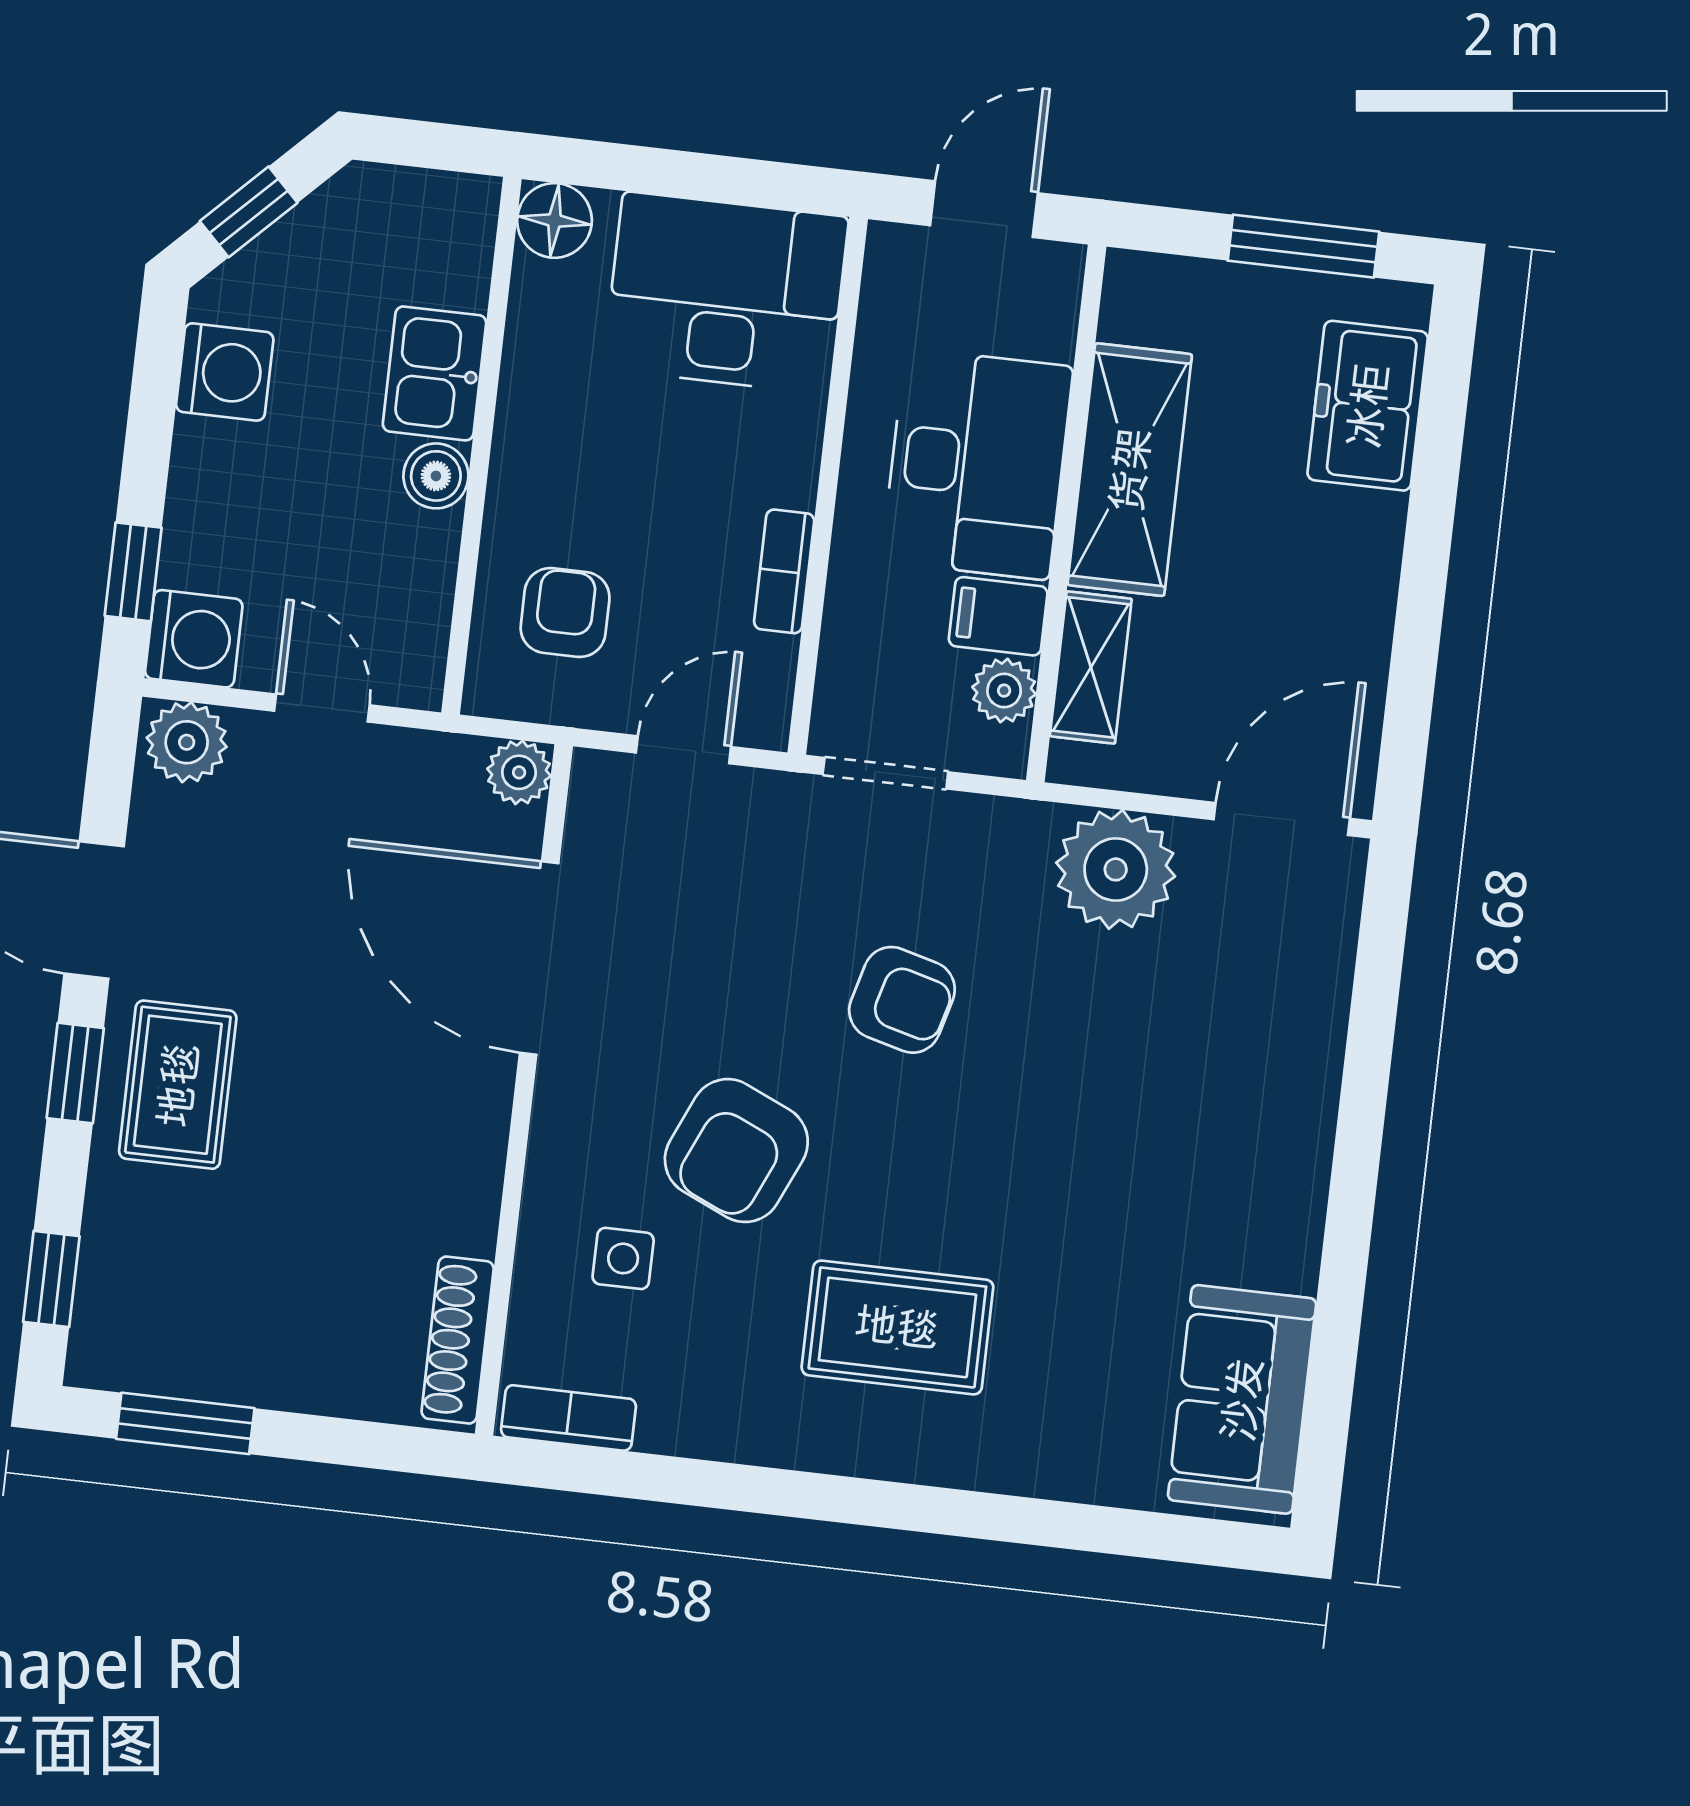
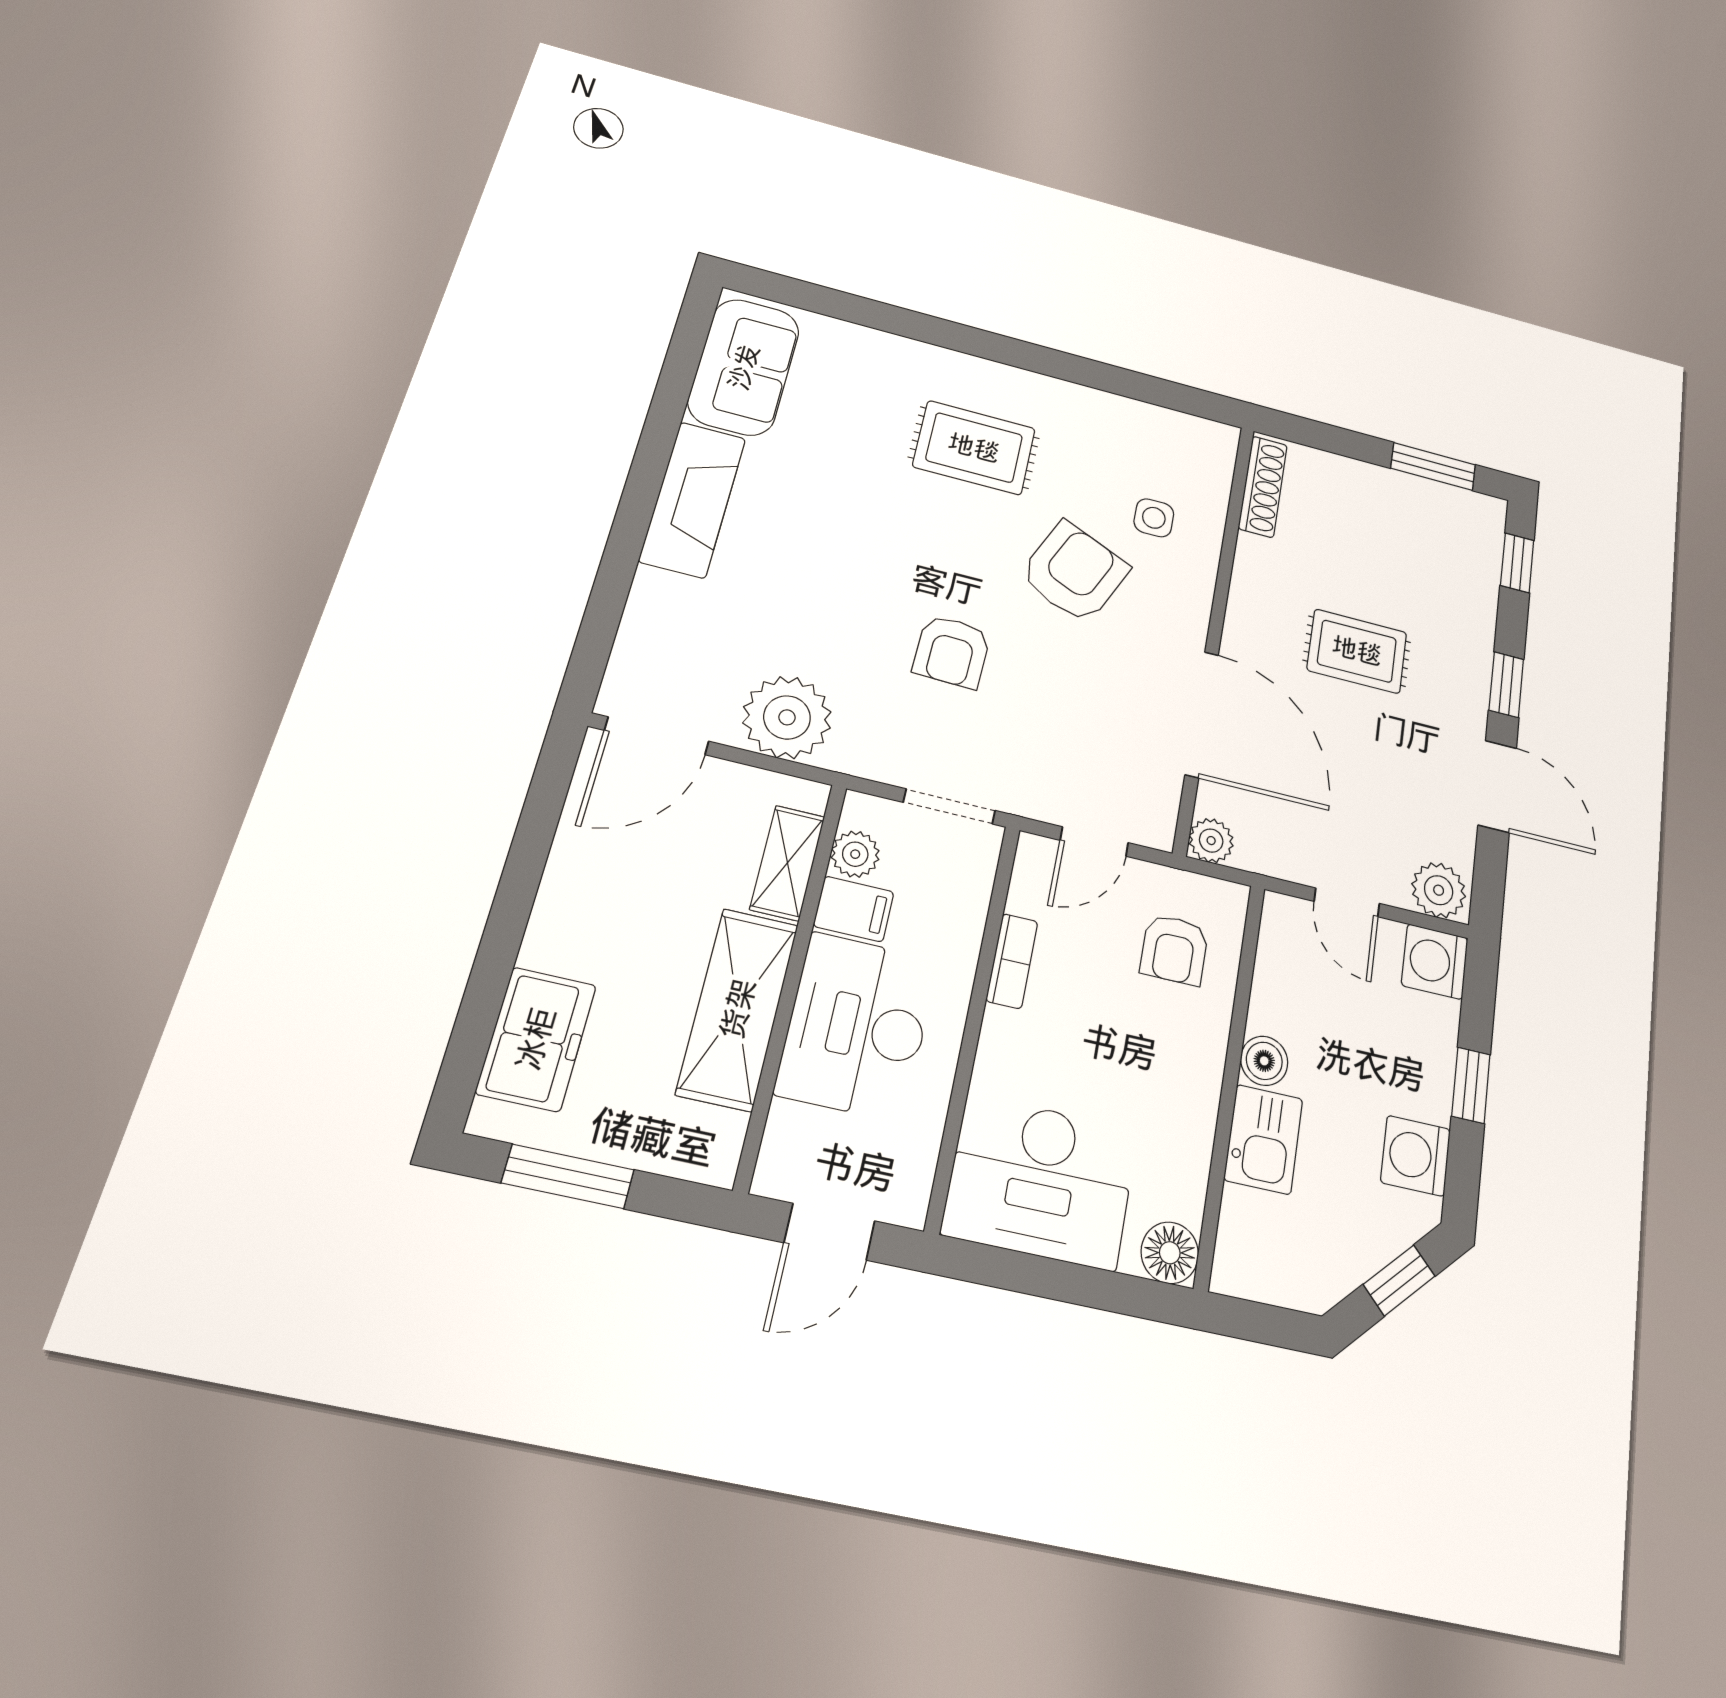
window: (133, 572) -> (1471, 1085), moved
armchair: (902, 1000) -> (952, 651), turned -103
rug: (178, 1085) -> (1357, 651), moved, turned 90
fireplace: (1284, 1174) -> (693, 499), added
bookcase: (569, 1418) -> (1194, 430), removed

